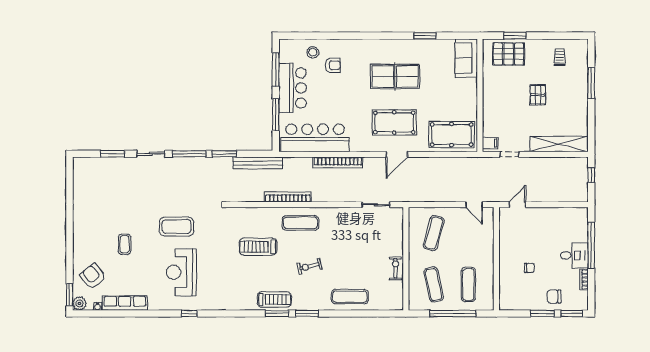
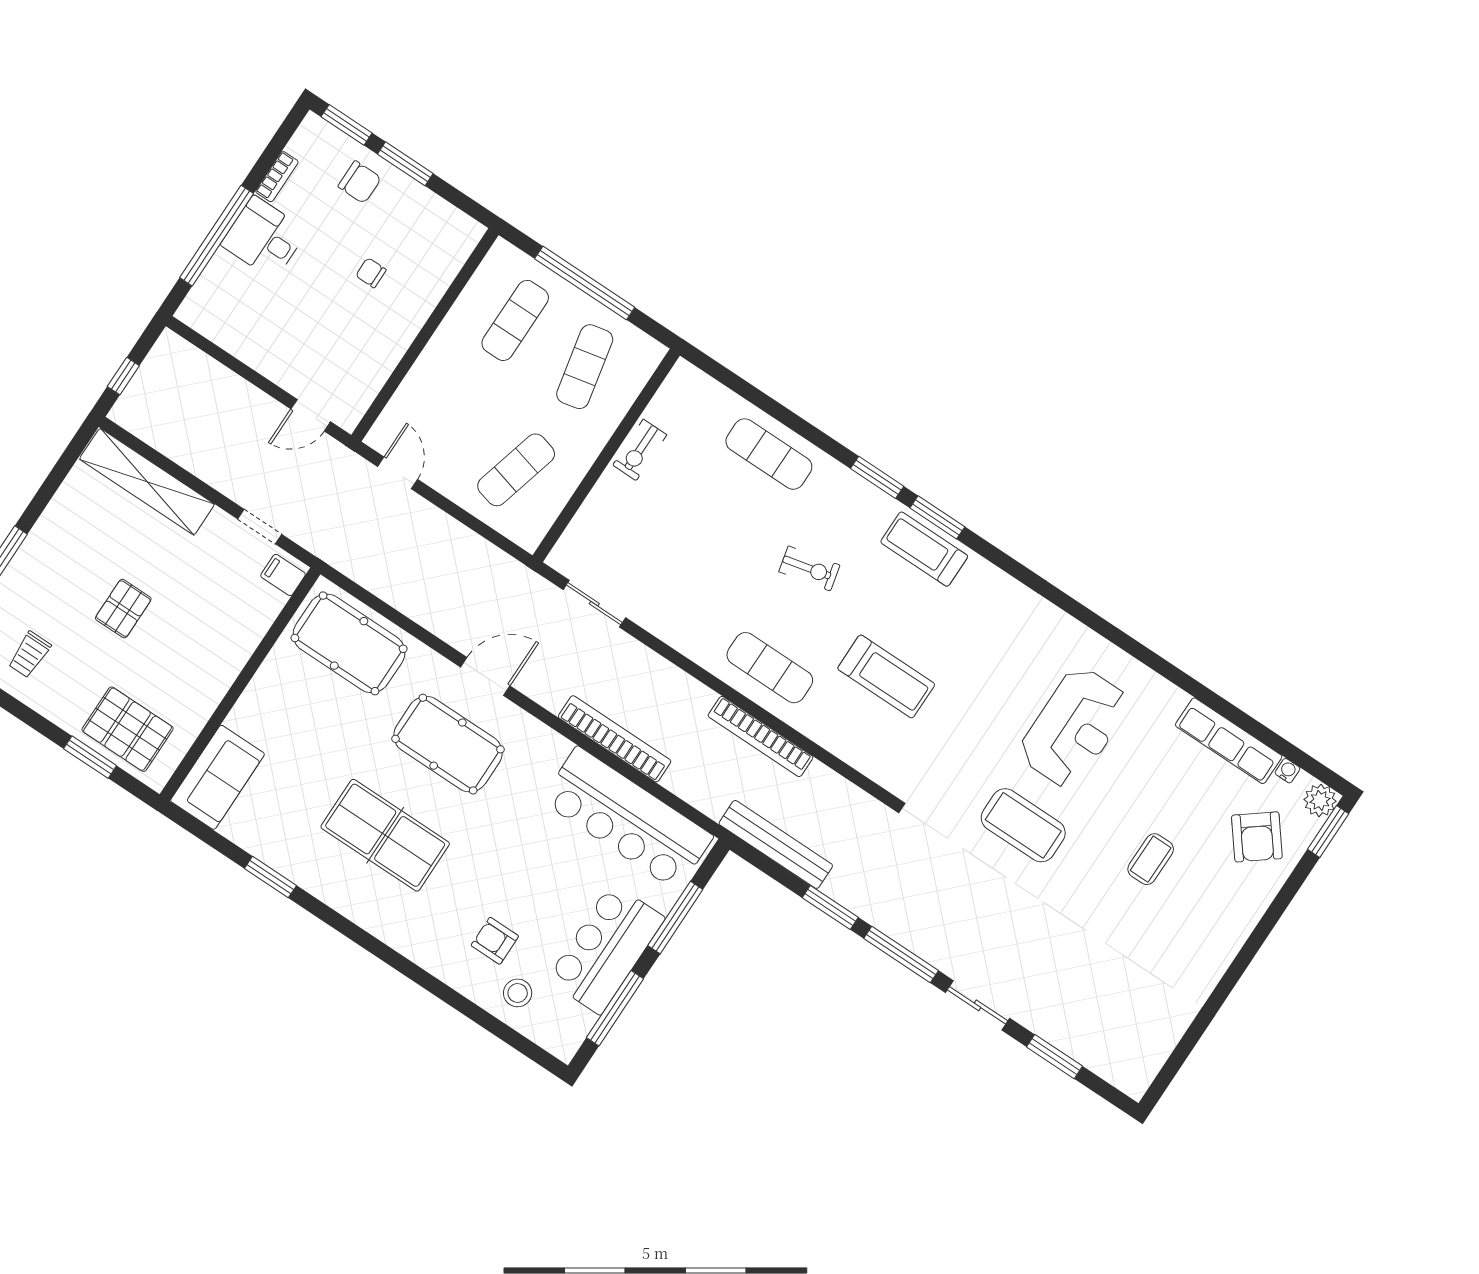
window: (189, 313) -> (1114, 634), removed

